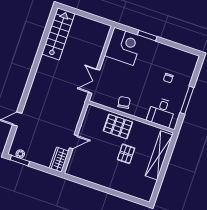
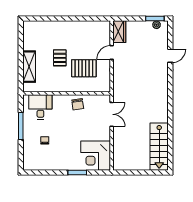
pallet: (118, 126) -> (84, 68), moved
shelving: (159, 155) -> (29, 67), width x0.68

